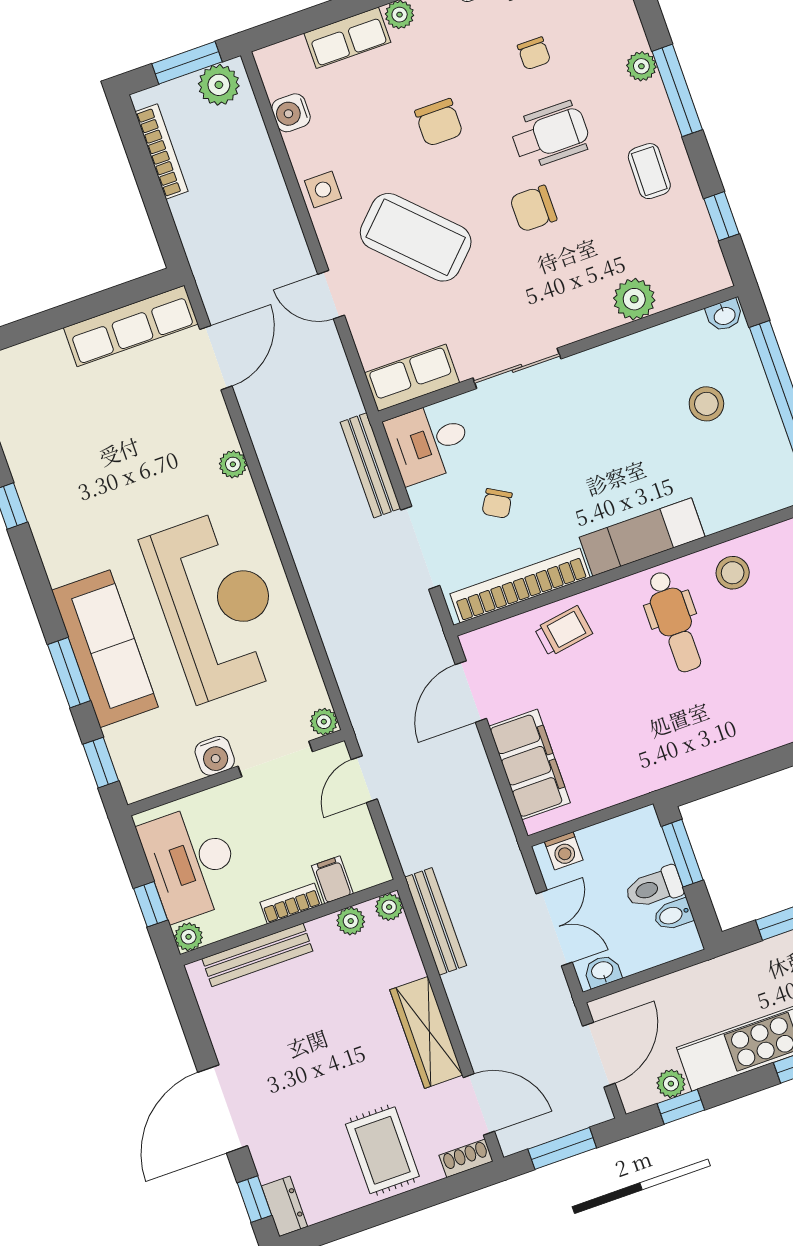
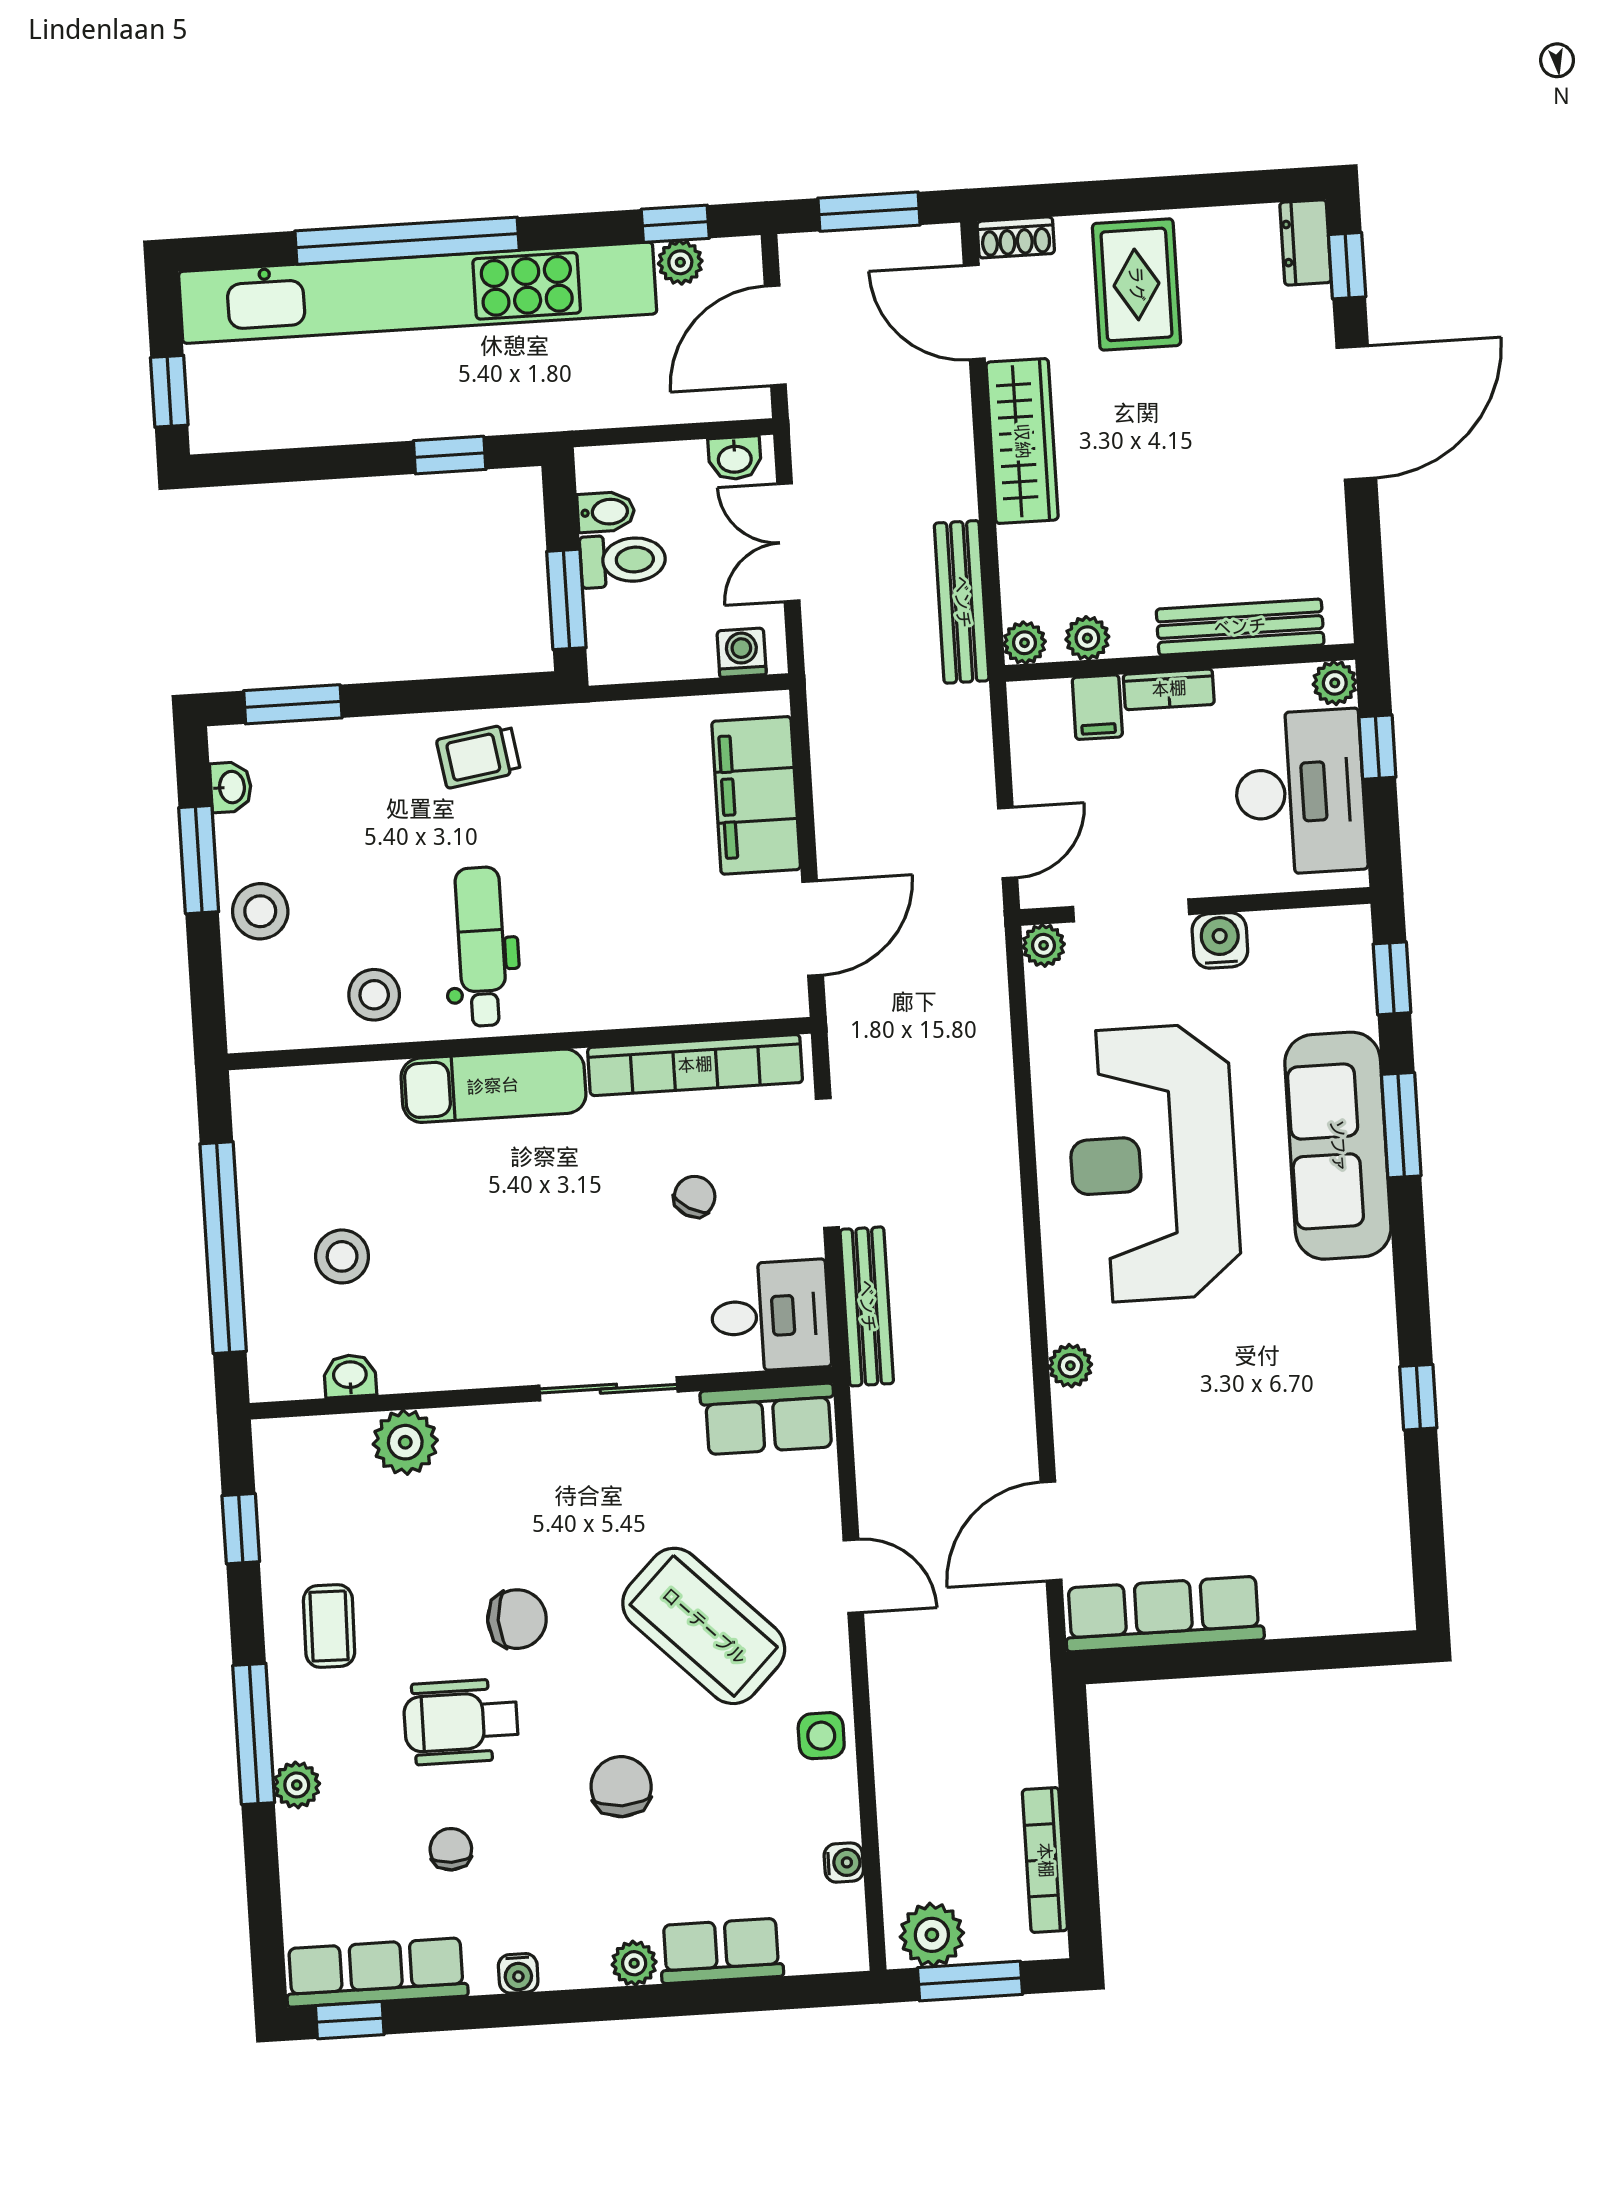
water cooler: (291, 113) -> (844, 1863), width x0.72, depth x0.72
washbasin: (724, 315) -> (350, 1376), moved
trolley: (563, 631) -> (479, 756), moved

